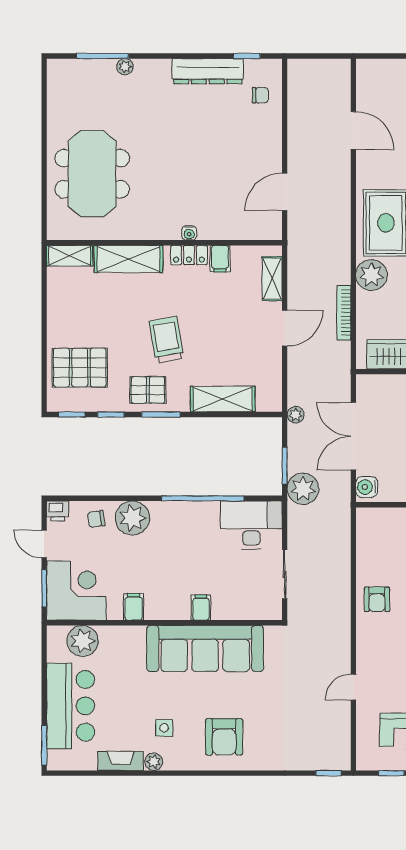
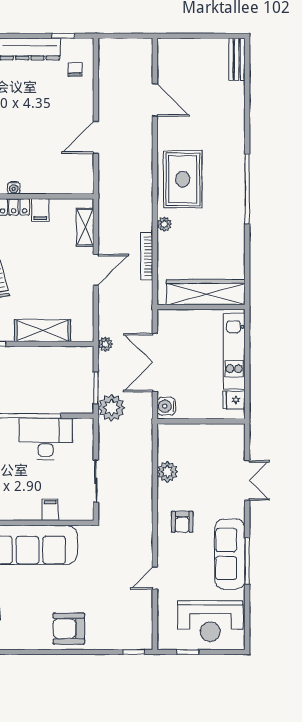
chair: (260, 95) -> (75, 69), turned -90
door: (285, 192) -> (96, 138), moved
plant: (371, 275) -> (164, 224), width x0.53, depth x0.53
desk: (251, 525) -> (46, 439), moved
plant: (368, 563) -> (167, 472), added
armchair: (377, 599) -> (182, 522), moved
filing cabinet: (201, 608) -> (50, 510), moved
armchair: (224, 737) -> (69, 629), moved, turned 90

